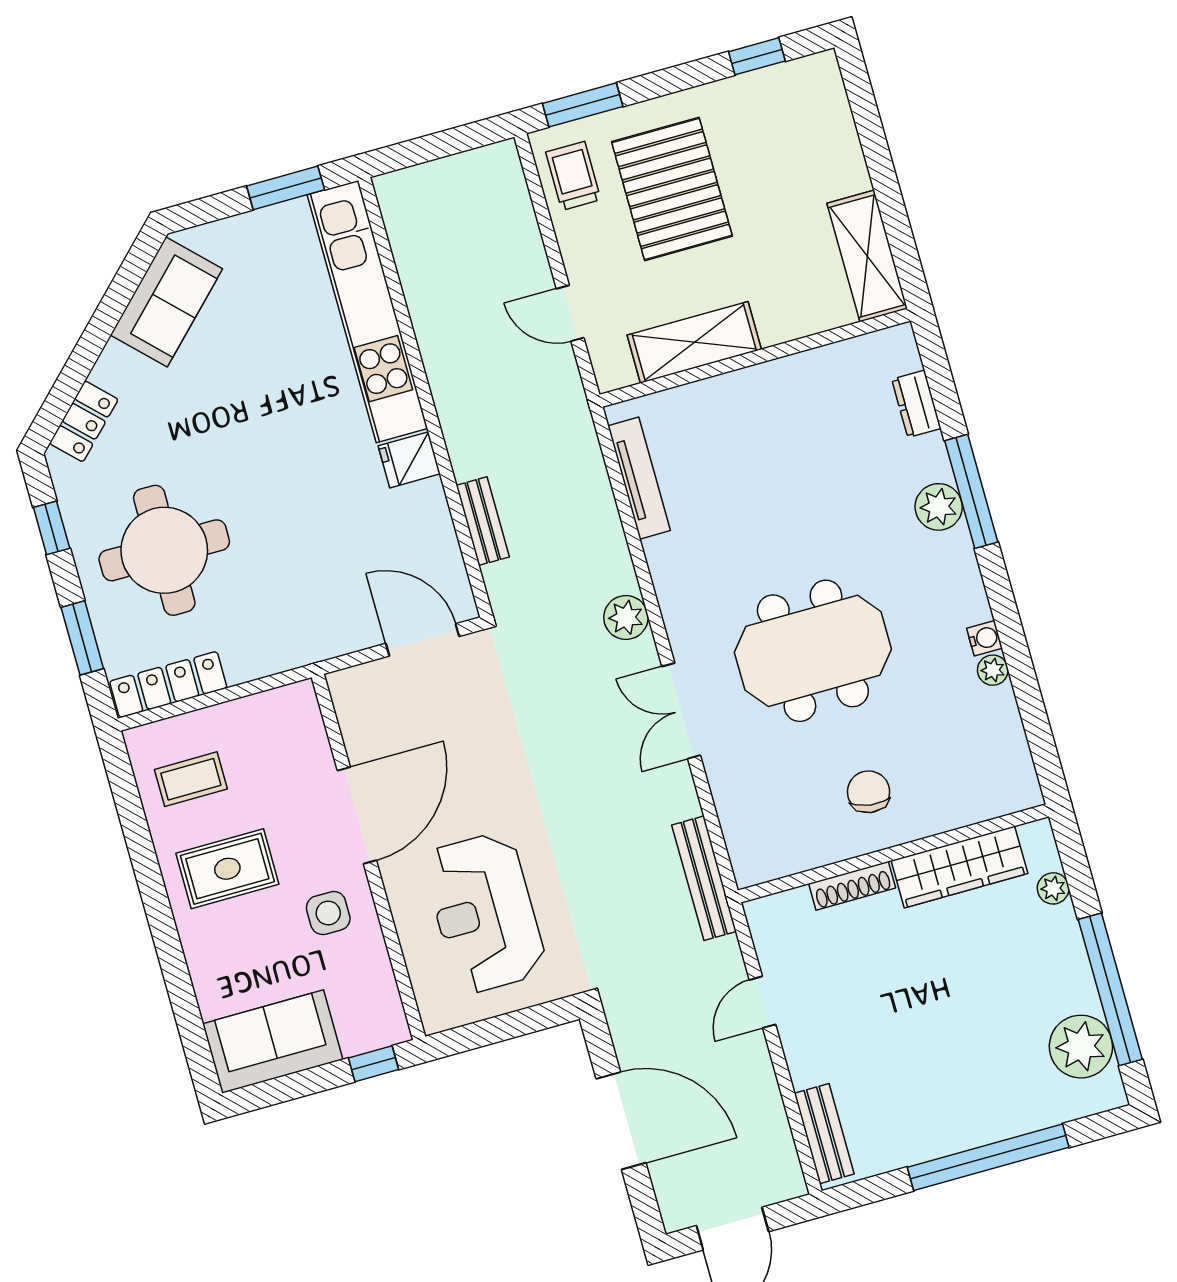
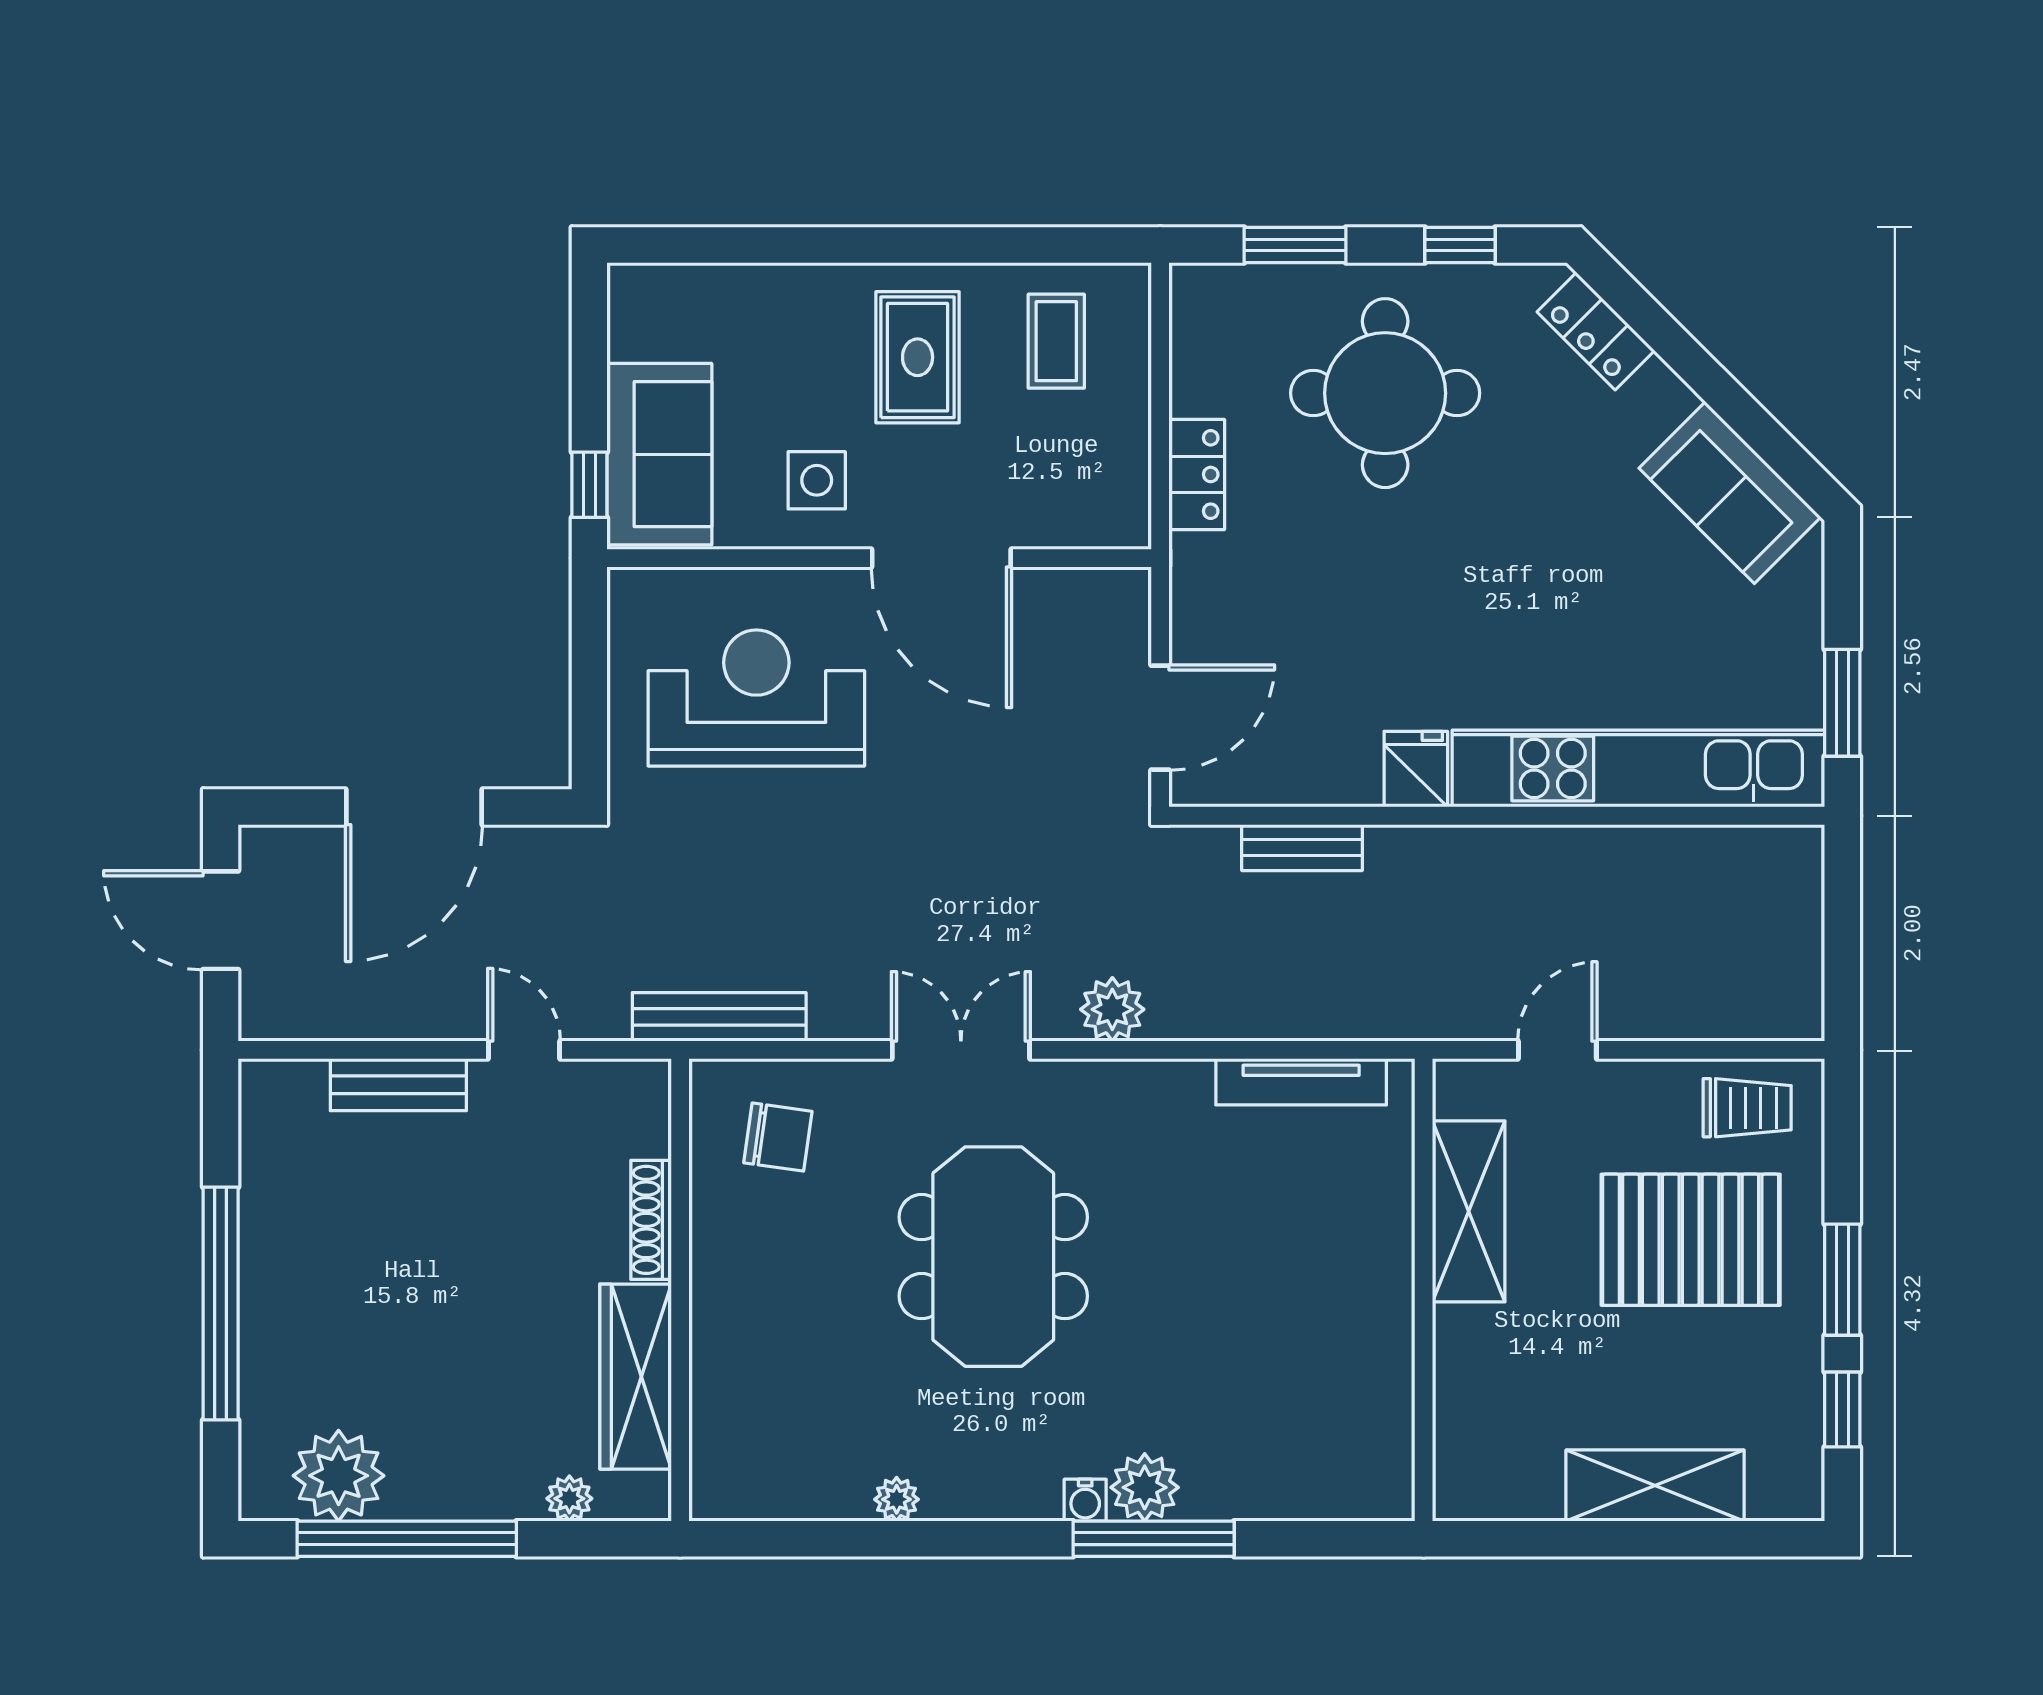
window: (583, 105) -> (1842, 1280), moved
shelving: (867, 256) -> (1655, 1486), moved
dresser: (916, 404) -> (1297, 1496), removed
water cooler: (984, 638) -> (1085, 1500), moved
locker: (168, 685) -> (1197, 474), moved, width x0.66
chair: (869, 792) -> (778, 1137), moved
sofa: (273, 1042) -> (659, 454), moved
bench: (824, 1134) -> (398, 1085), moved

